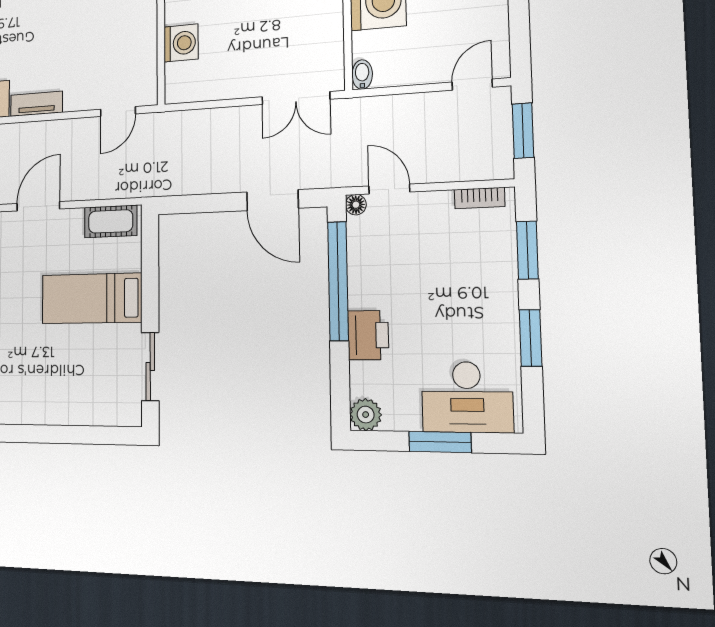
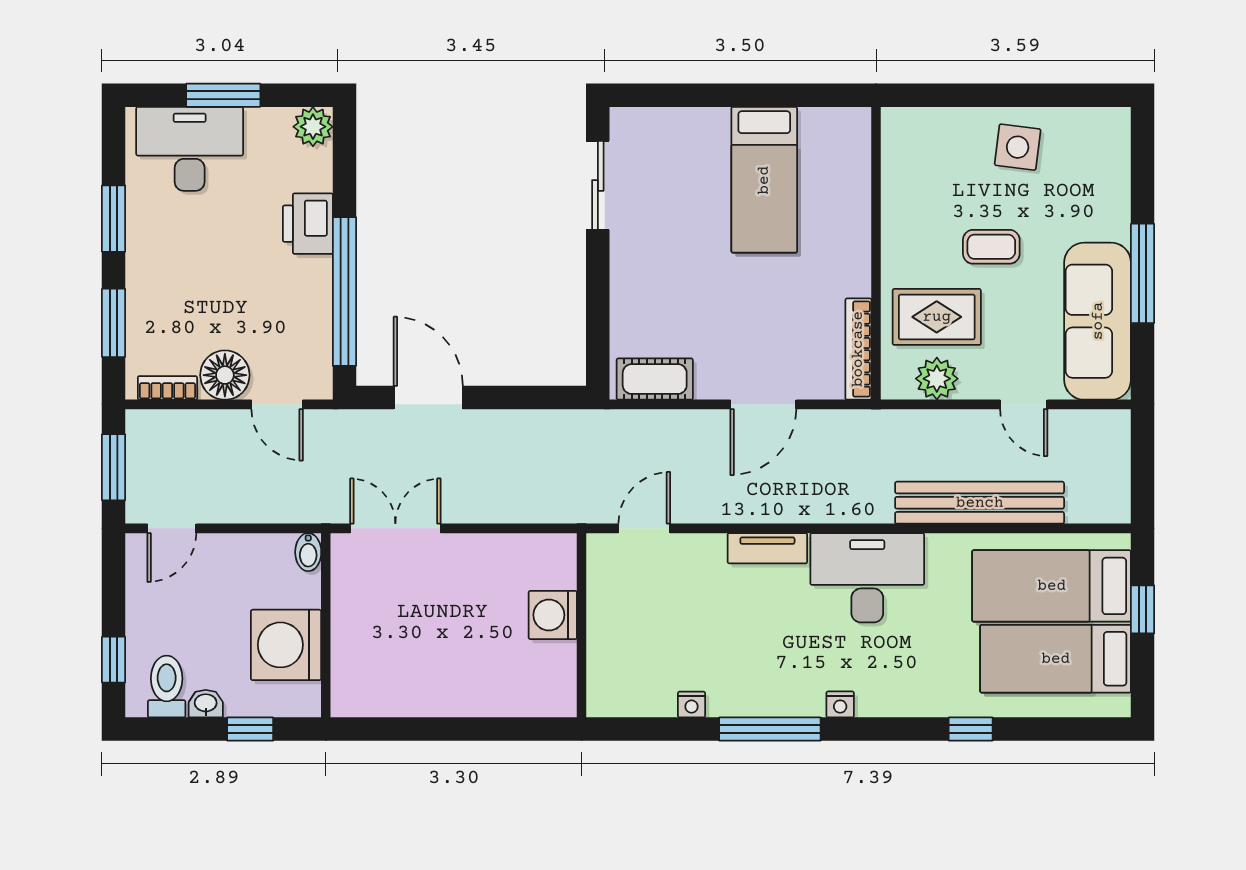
floor lamp: (356, 205) -> (225, 375), moved, width x1.89, depth x1.89
bed: (92, 299) -> (764, 180), moved, turned 90

